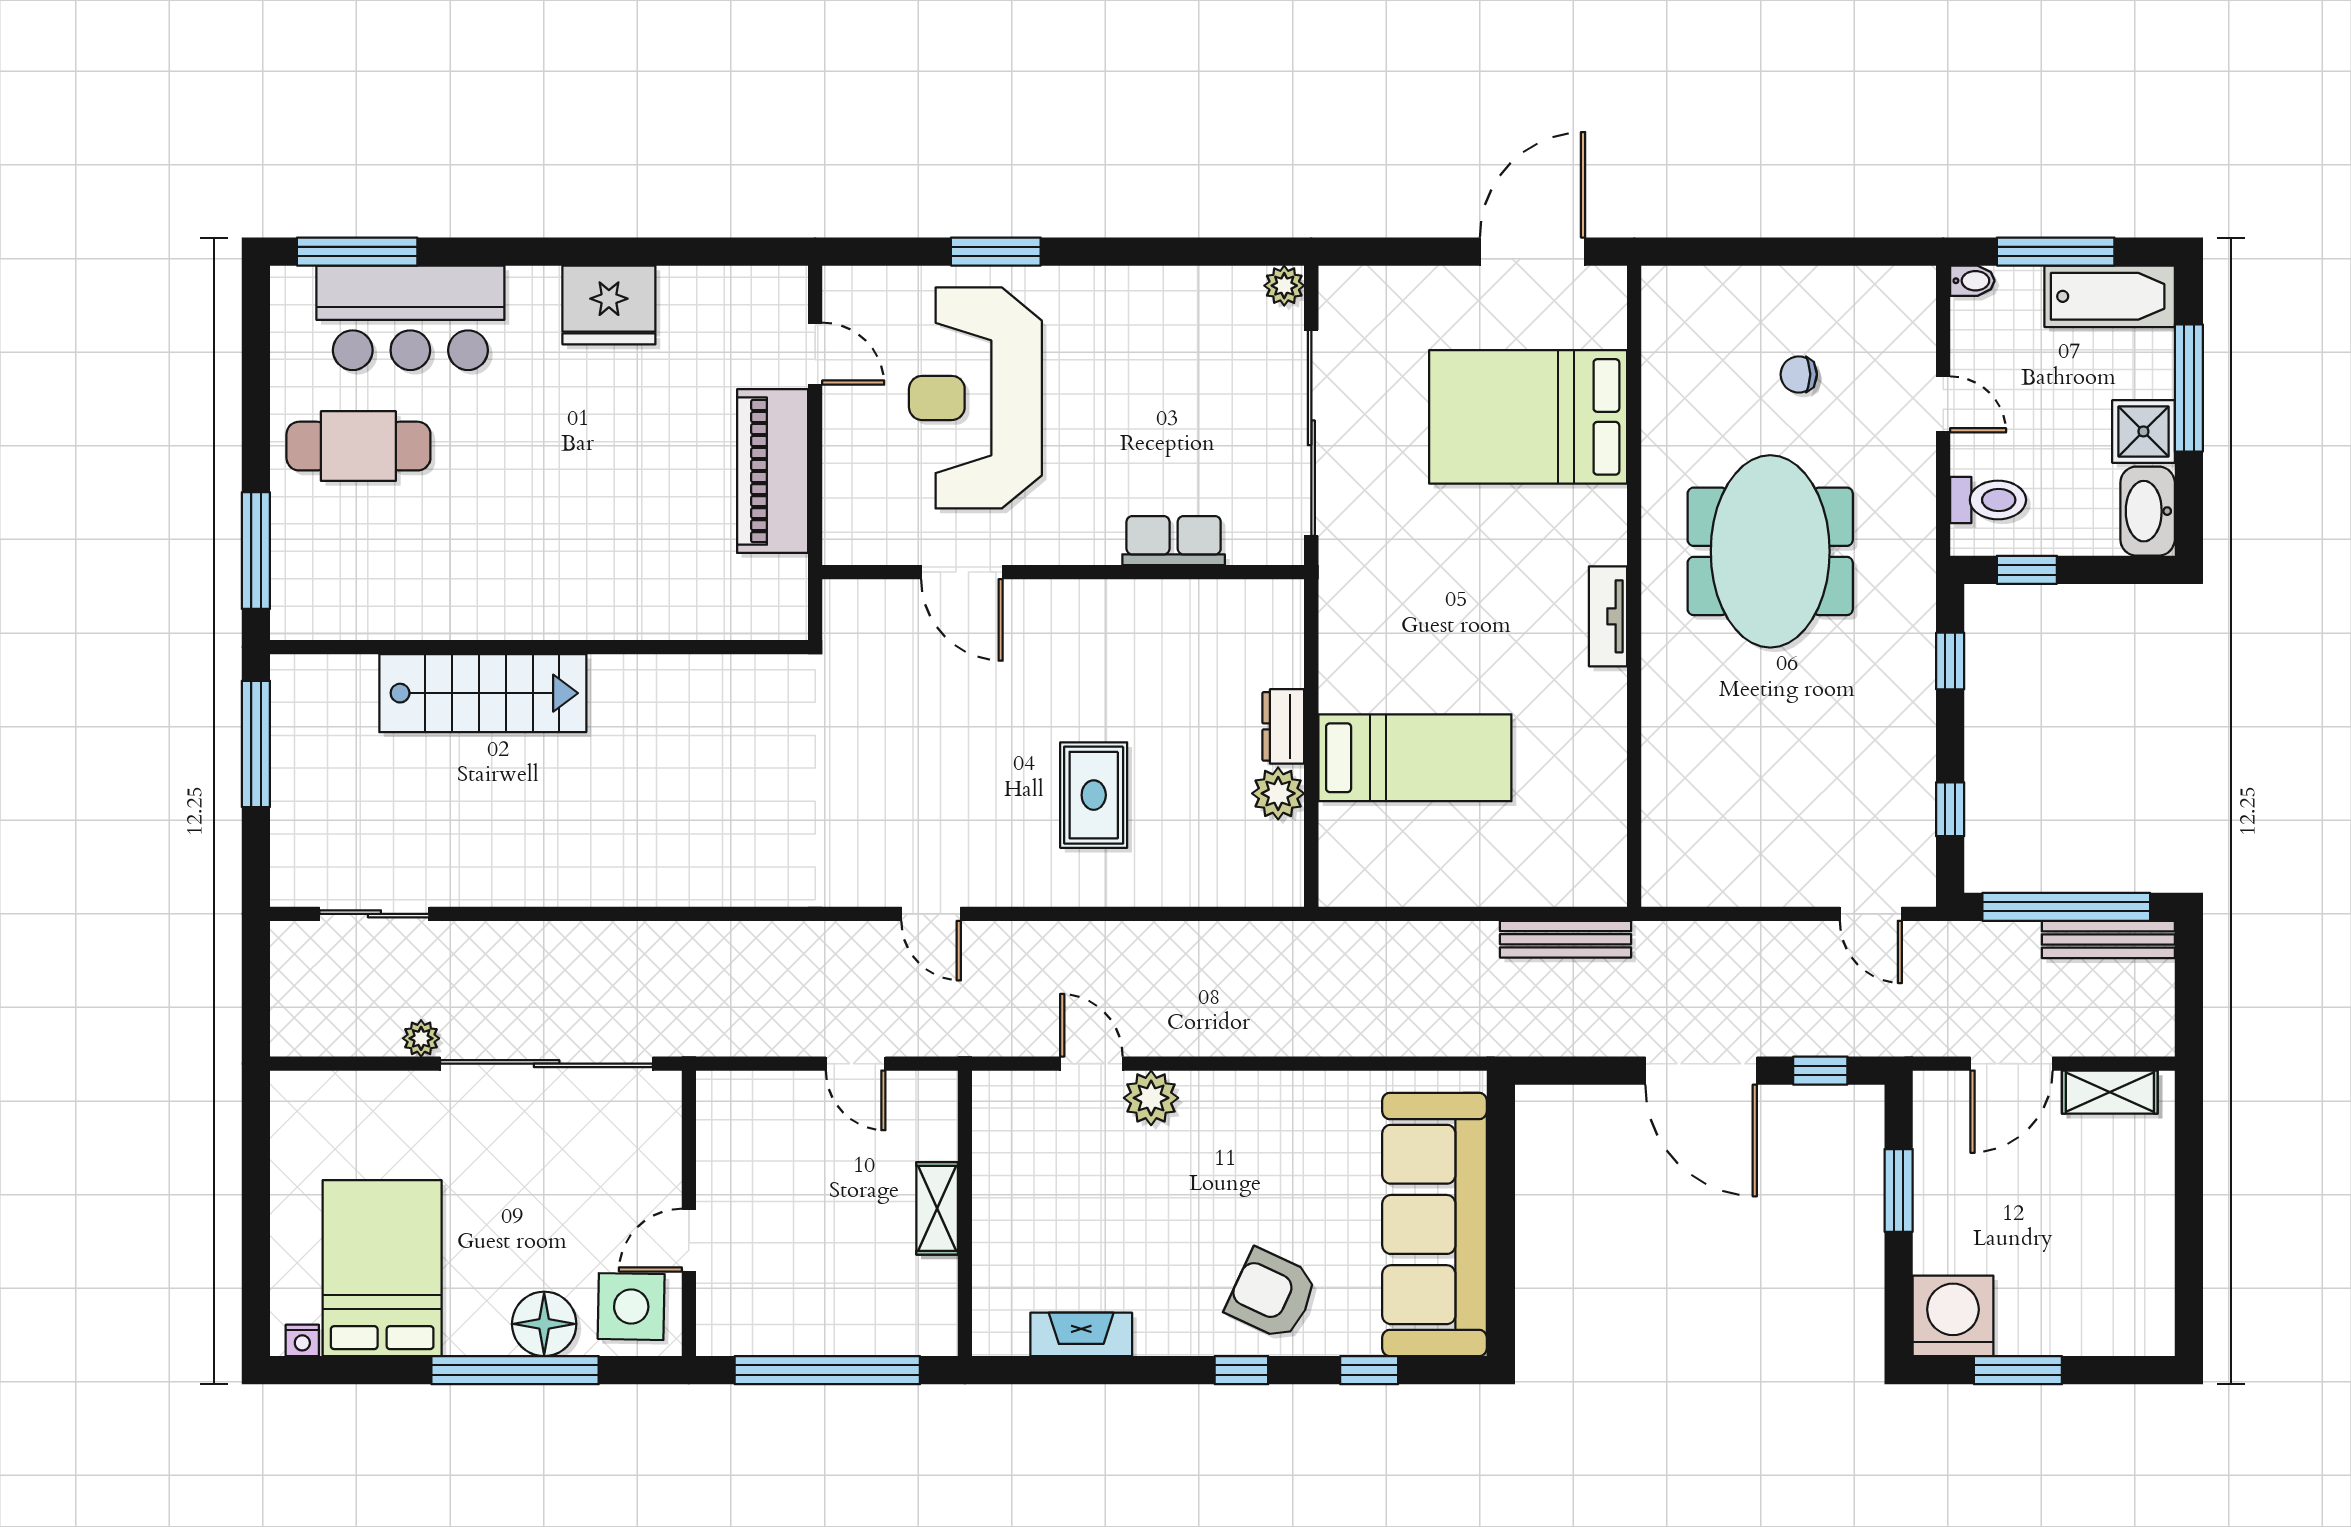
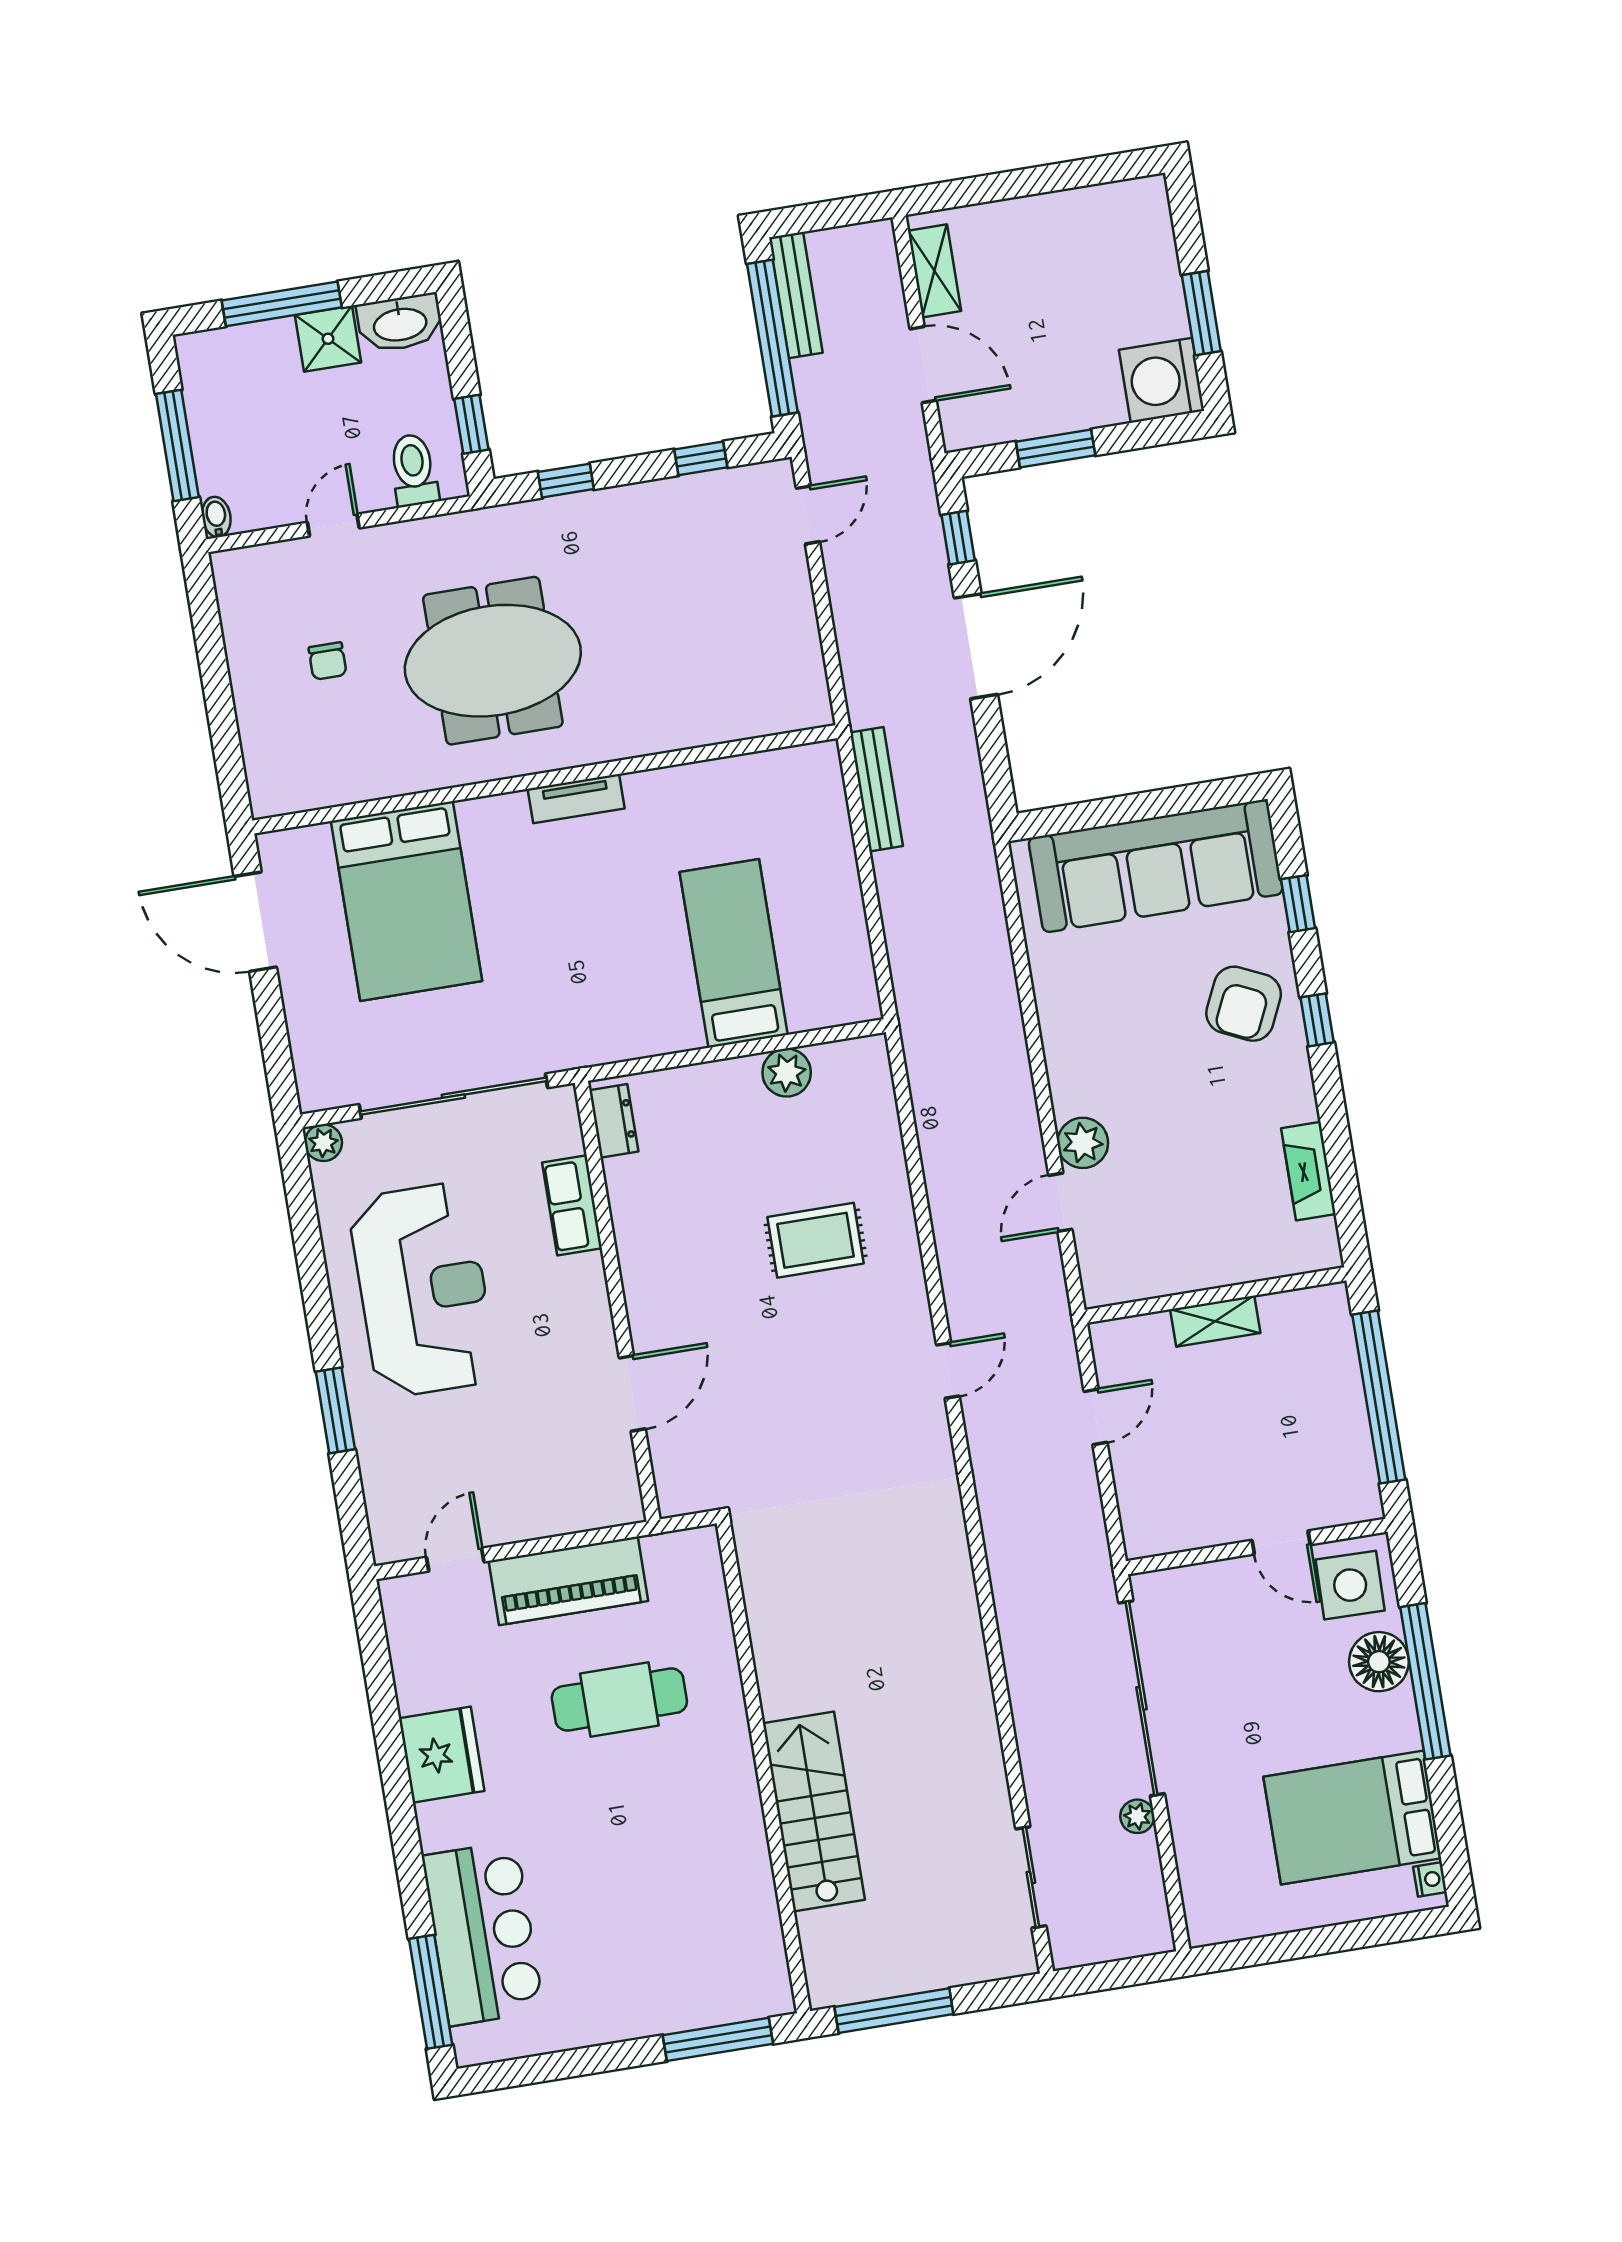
bathtub: (2110, 296) -> (210, 390), removed
reception desk: (975, 398) -> (423, 1290), moved, turned -90
cafe table: (358, 446) -> (619, 1700), moved, turned 90
dresser: (1283, 726) -> (614, 1121), moved, turned -90

